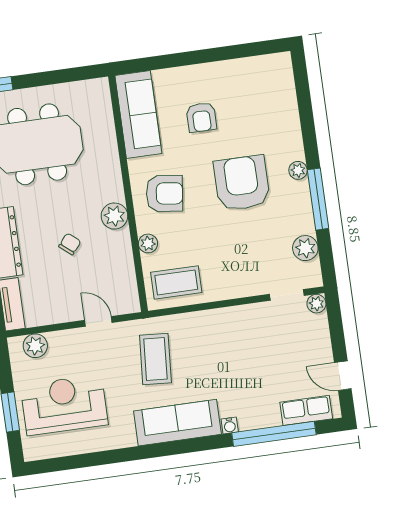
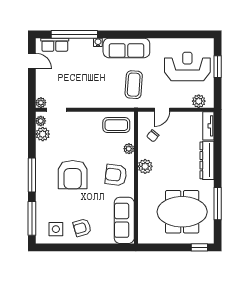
side table: (258, 82) -> (56, 229), added
window: (303, 95) -> (32, 218), added
armchair: (201, 117) -> (82, 228), moved, turned -106
plant: (298, 170) -> (41, 121), moved
window: (318, 199) -> (32, 175), moved
chair: (70, 244) -> (153, 136), moved
door: (98, 321) -> (162, 110), hinge flipped
reception desk: (64, 405) -> (187, 66), turned 180

